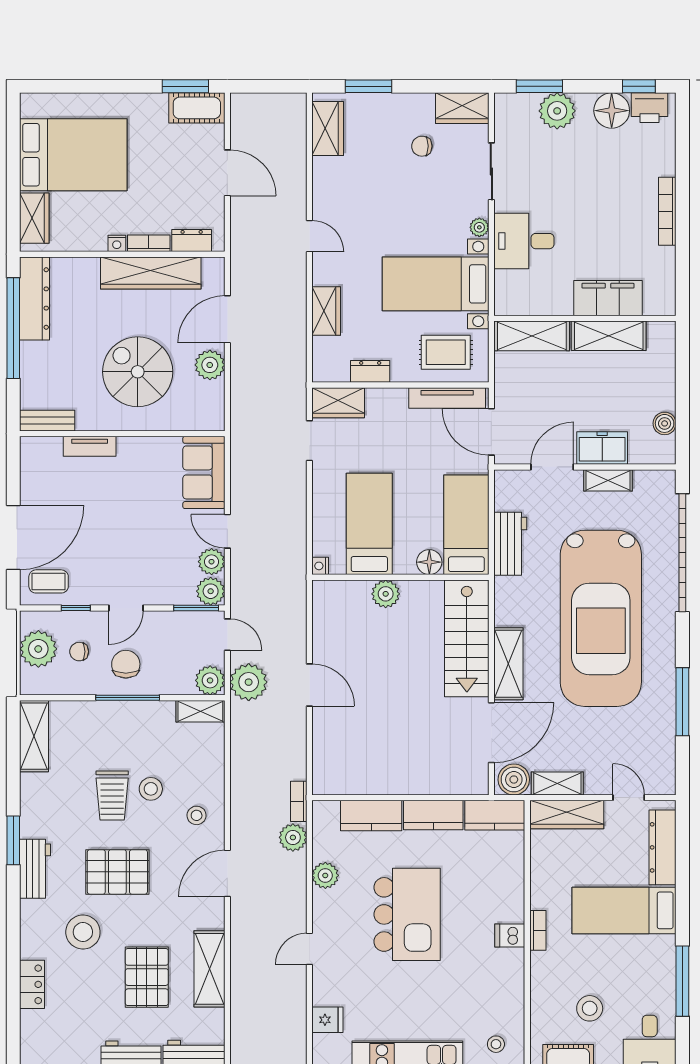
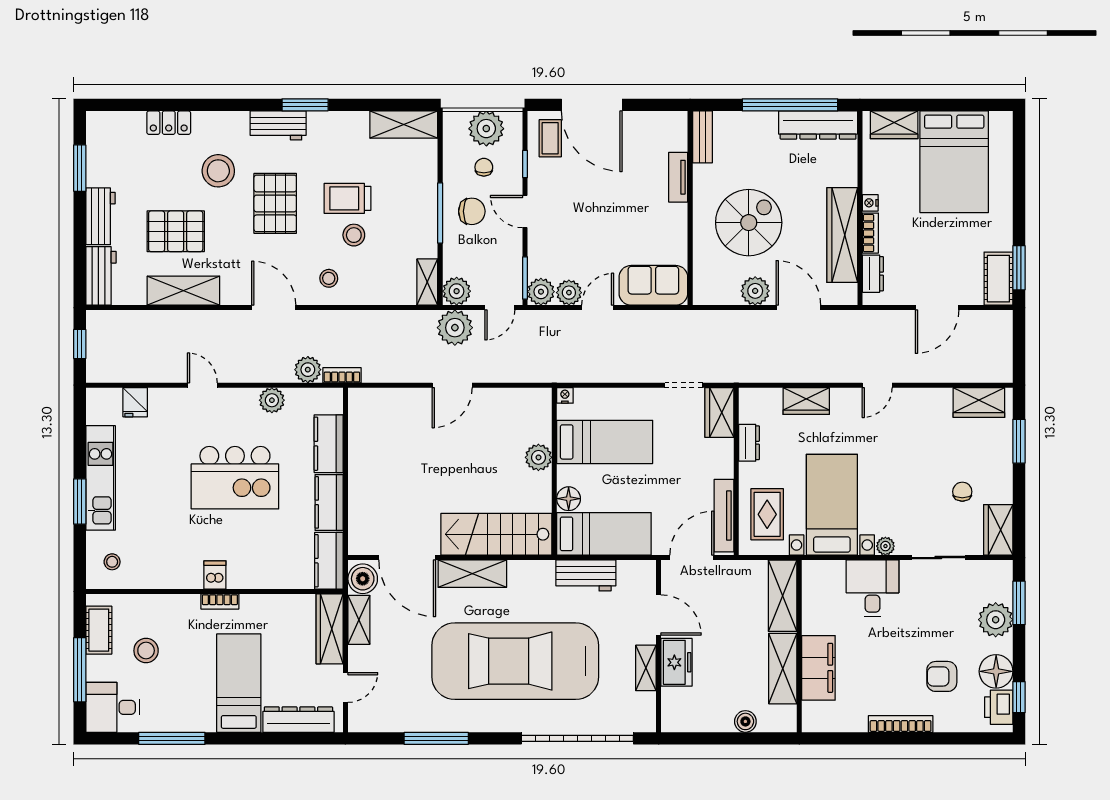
armchair: (617, 168) -> (942, 676), added
boiler: (665, 423) -> (745, 721), moved

